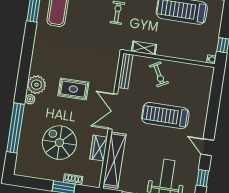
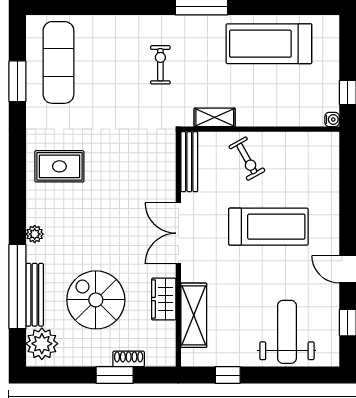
plant: (36, 85) -> (42, 344), moved
rug: (73, 89) -> (59, 166), moved
treadmill: (165, 116) -> (268, 227), turned 180
bench: (25, 134) -> (35, 295), added
shelving: (114, 160) -> (194, 315), width x0.68

